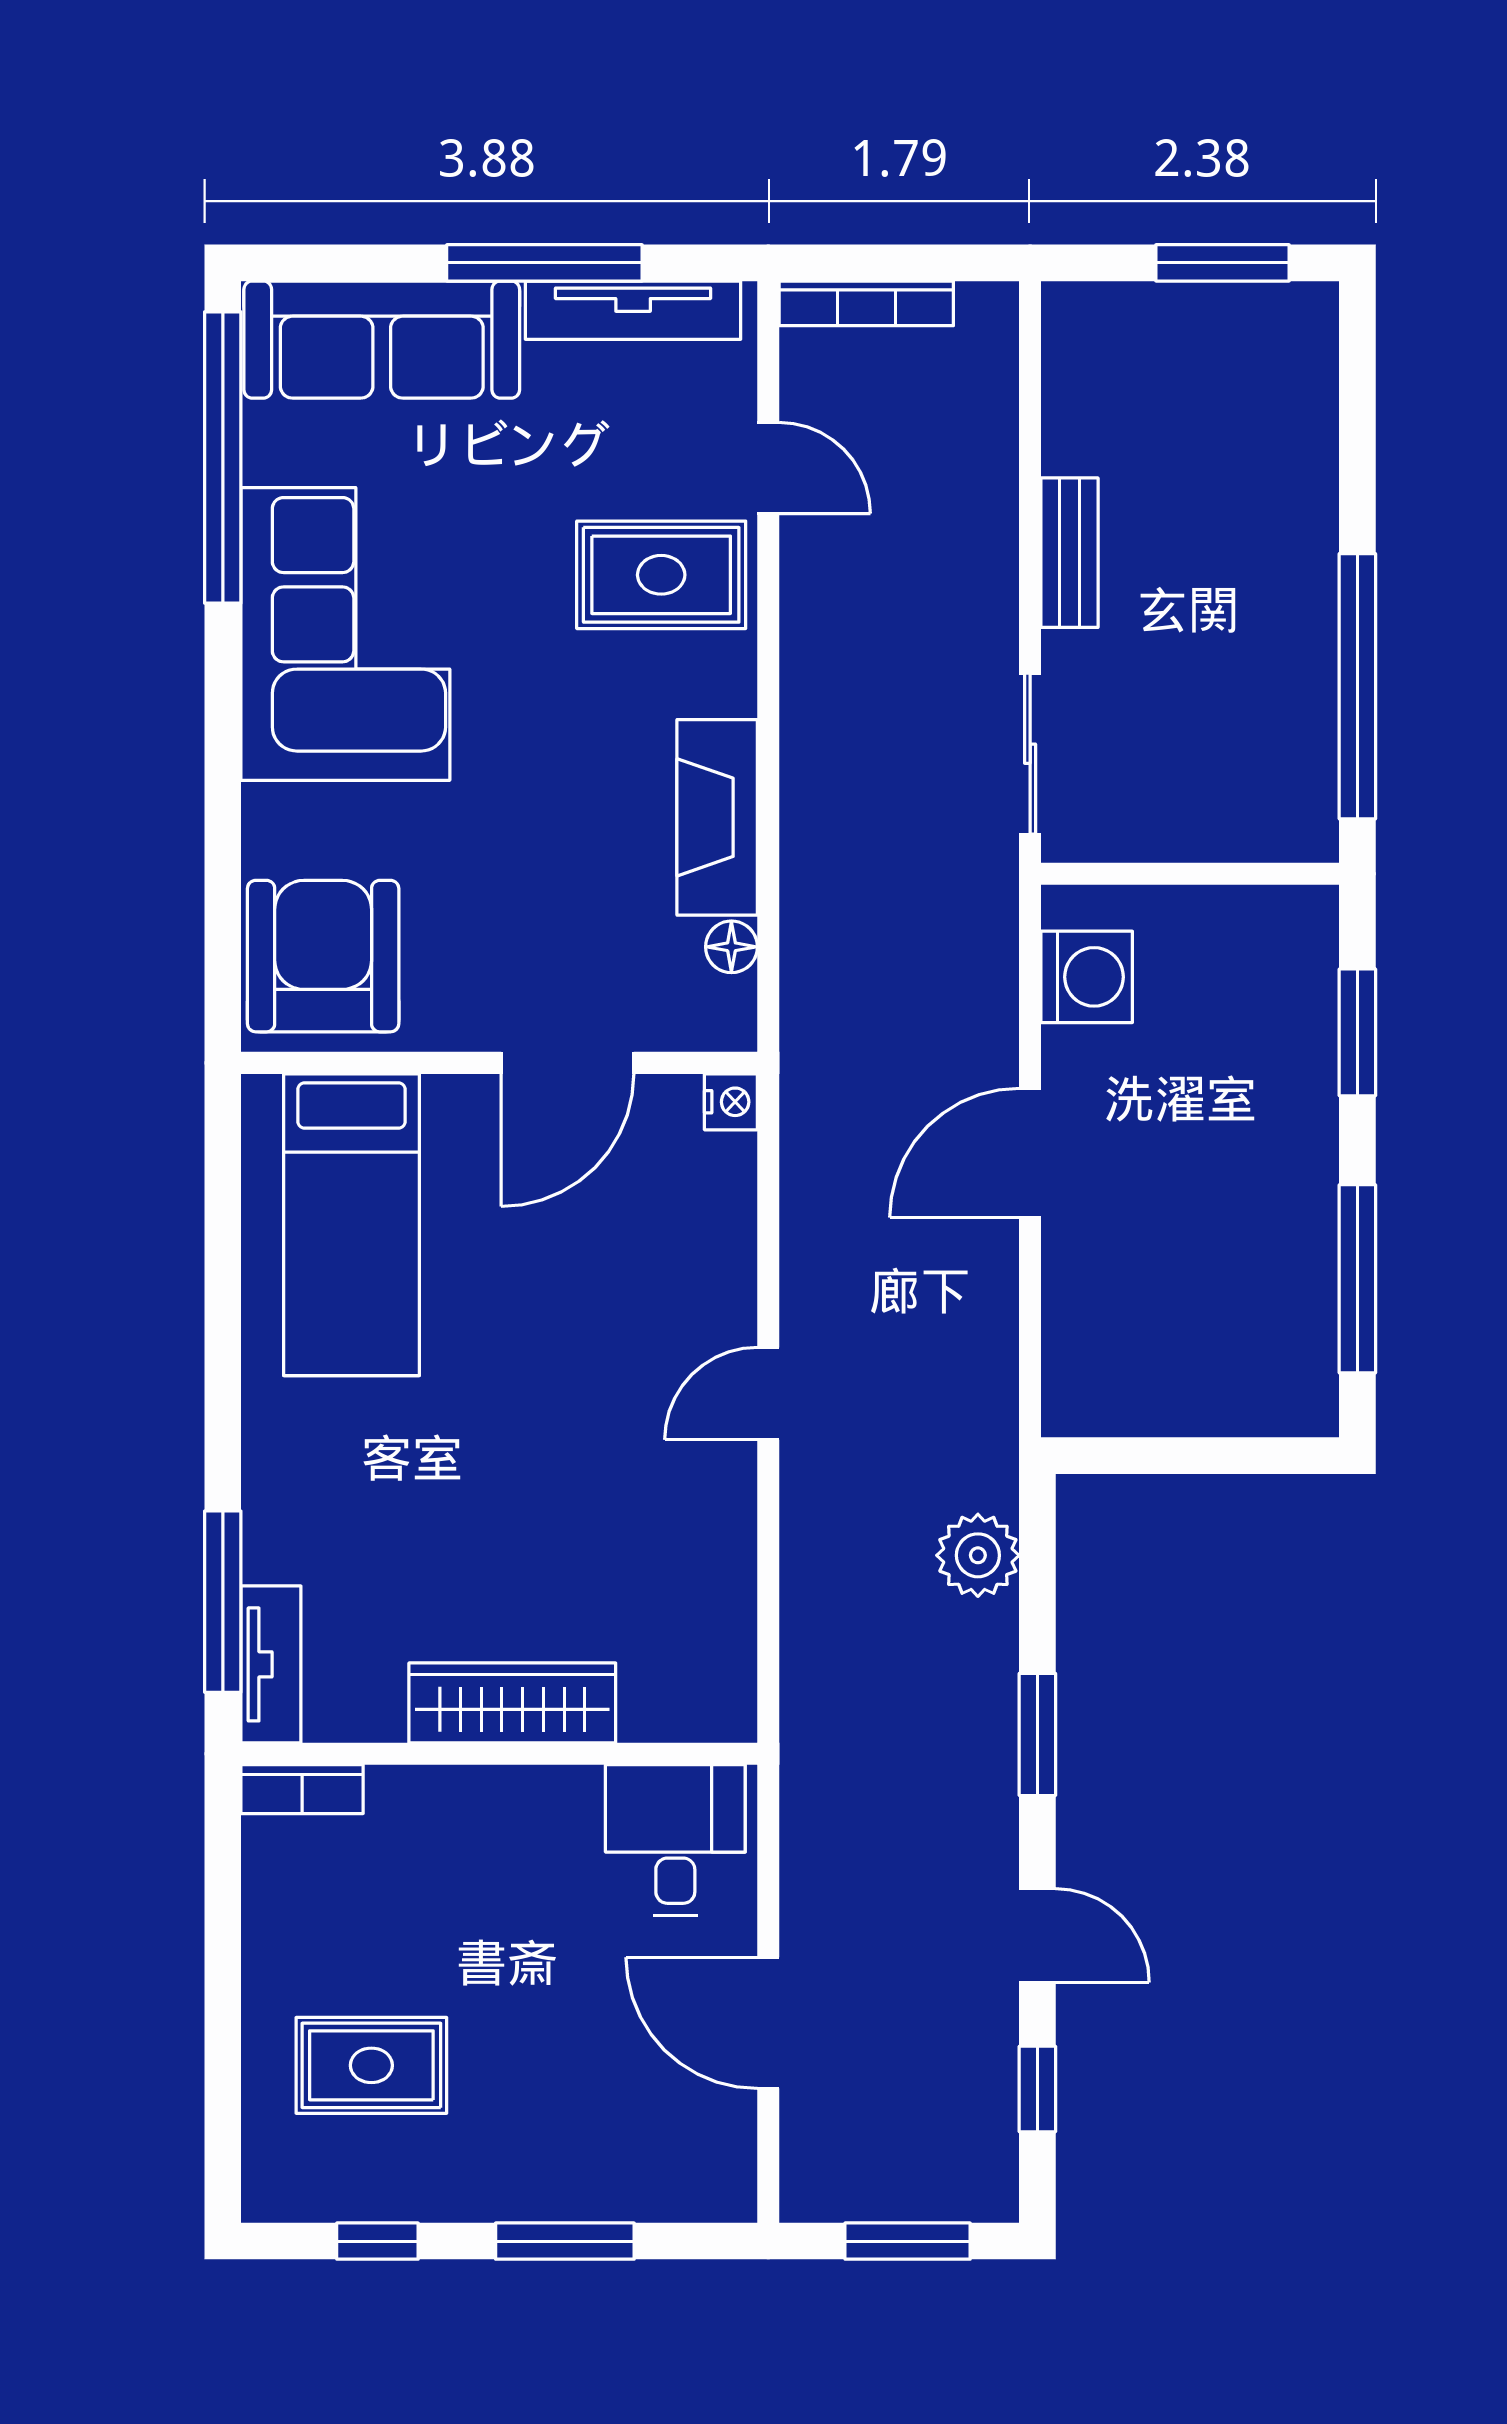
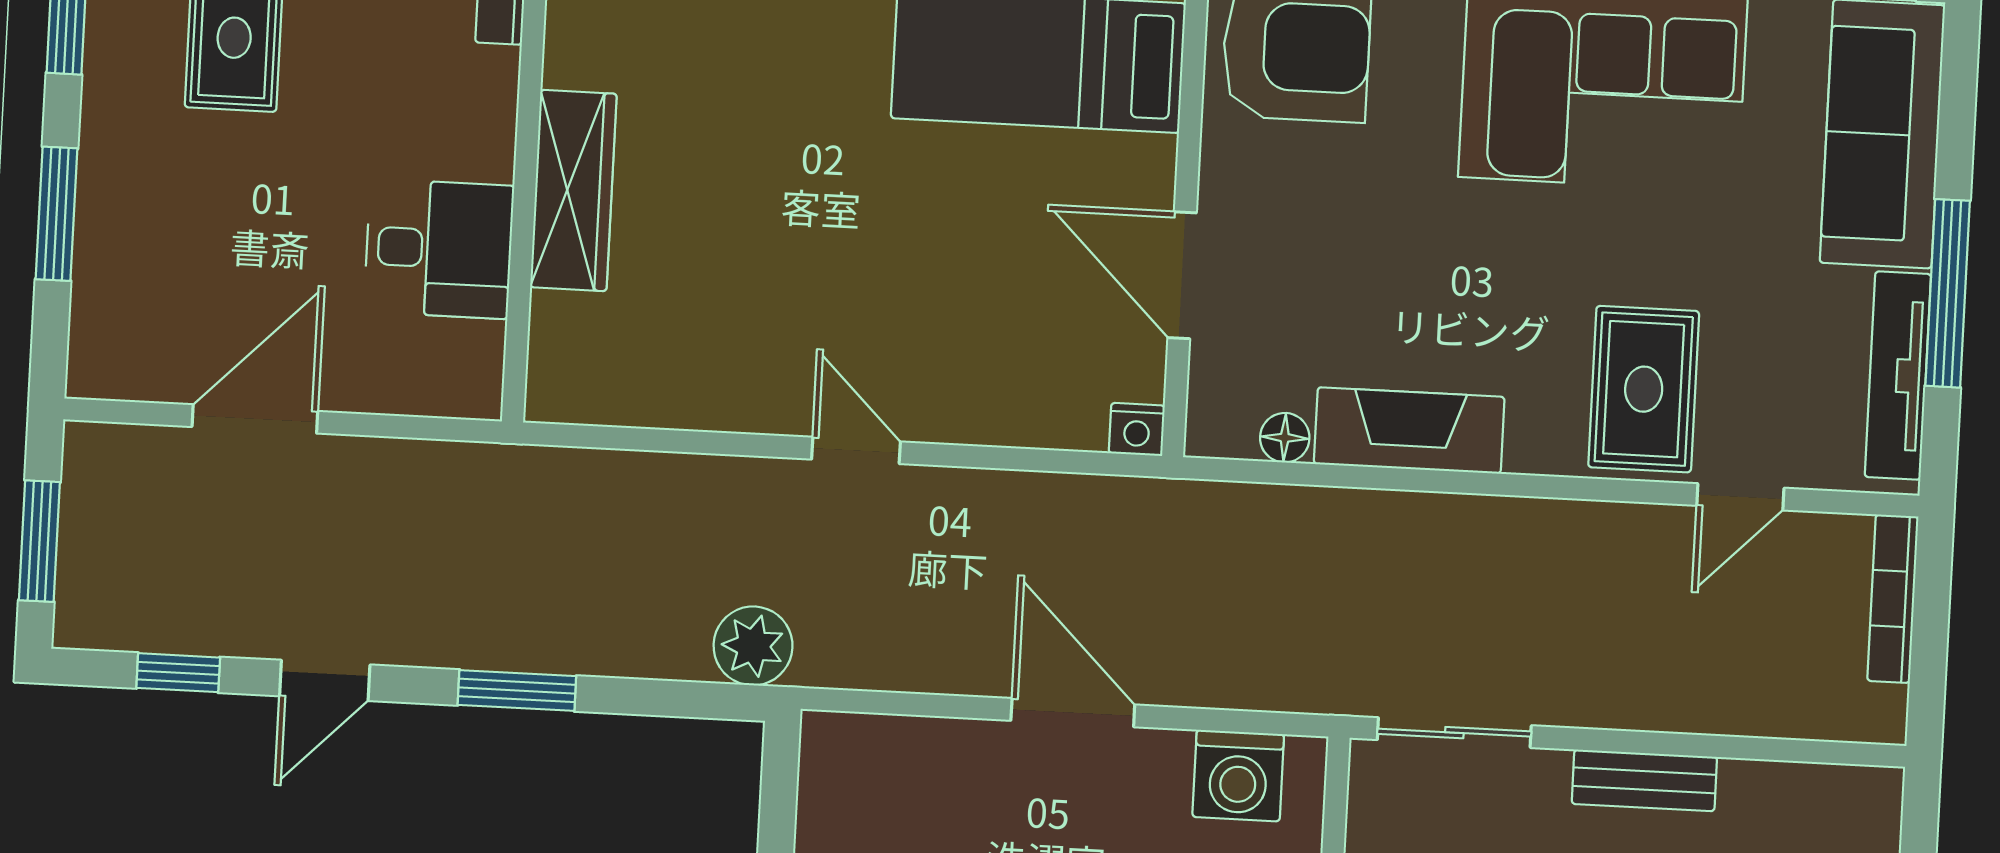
plant: (978, 1555) -> (753, 646), moved
desk: (675, 1840) -> (439, 249), moved

